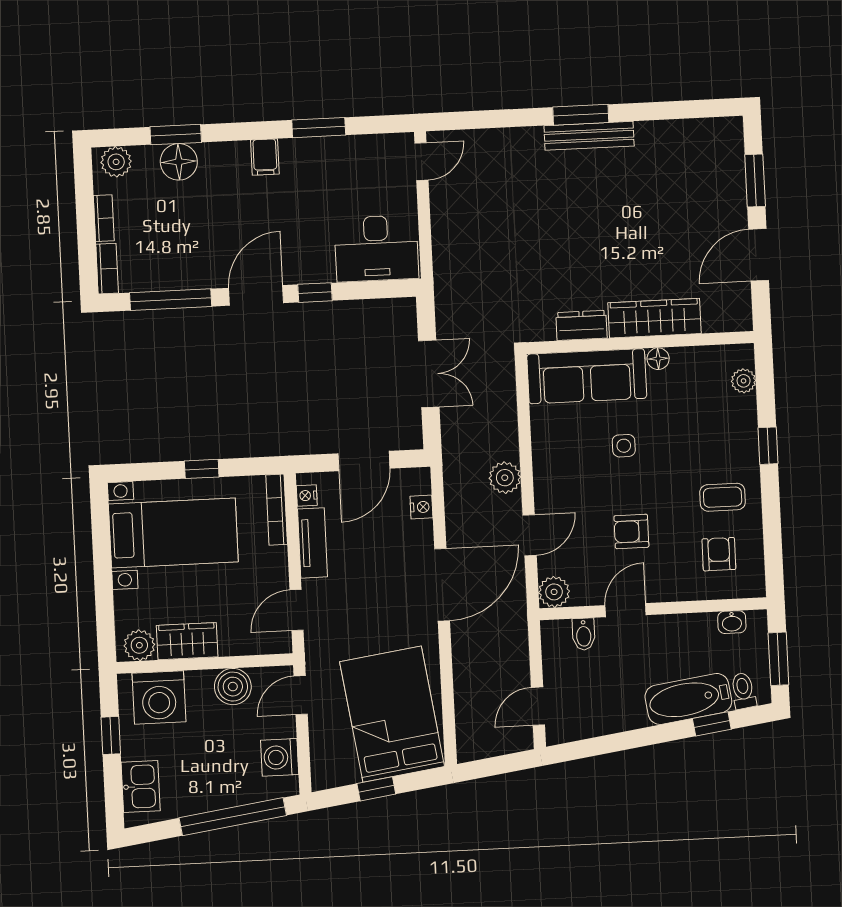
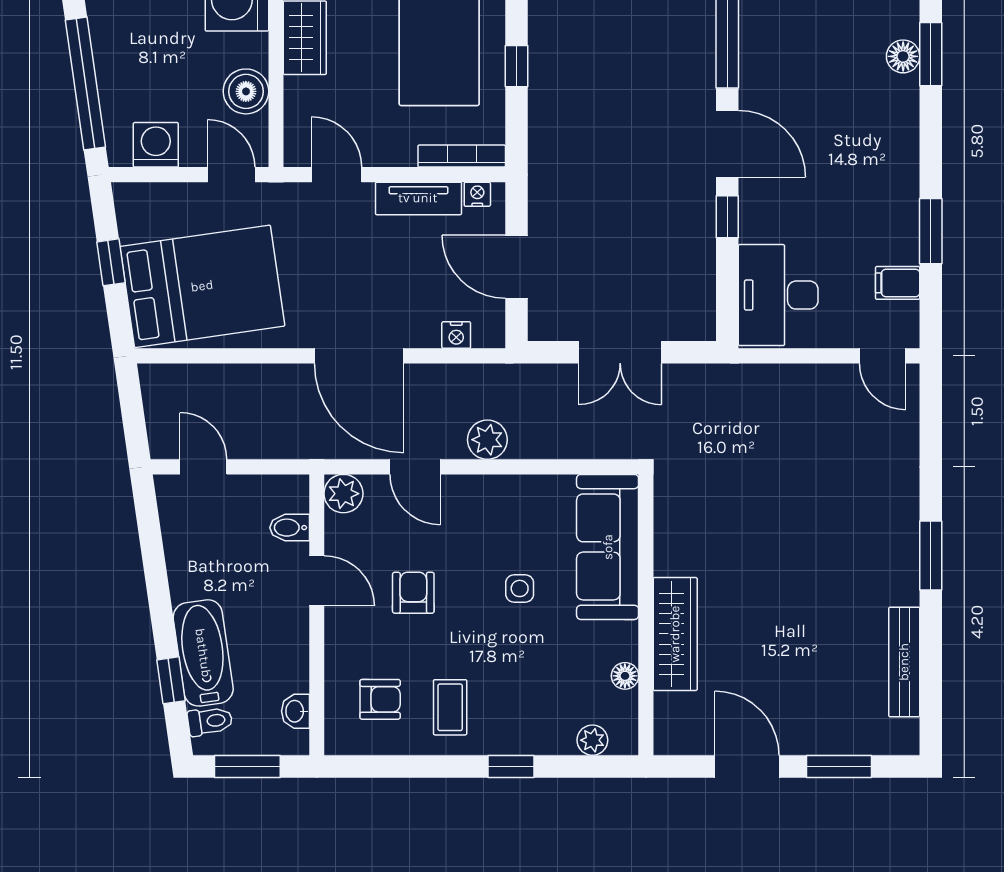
bench: (589, 136) -> (904, 662), moved
filing cabinet: (265, 157) -> (898, 283), moved
floor lamp: (179, 162) -> (903, 56), width x0.73, depth x0.73
dresser: (581, 325) -> (671, 544), removed
floor lamp: (658, 359) -> (625, 676), moved

